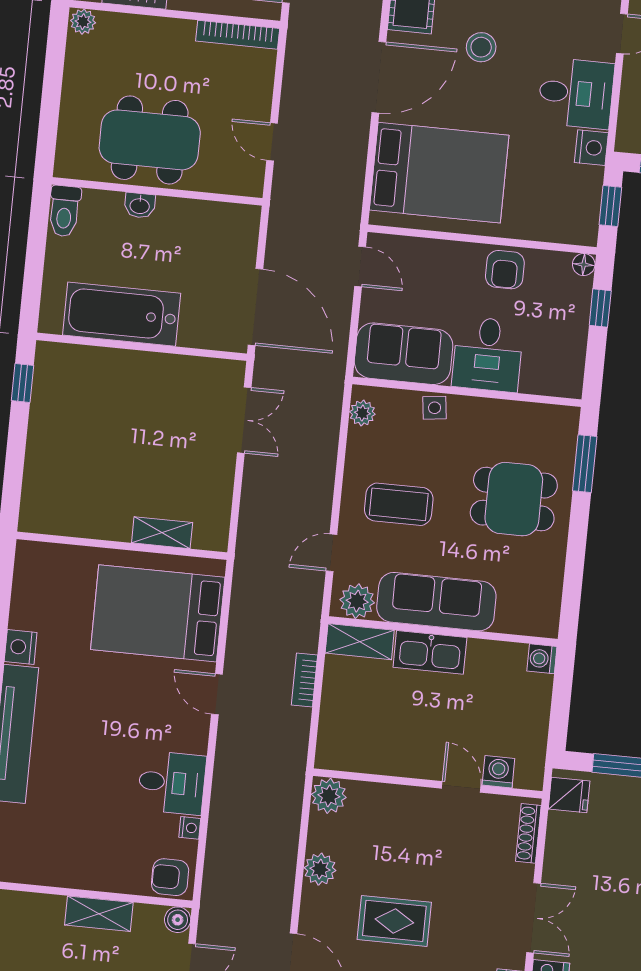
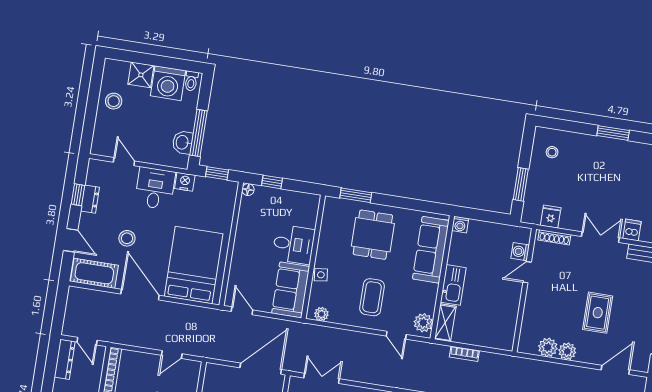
door: (360, 266) -> (242, 311), hinge flipped
armchair: (505, 270) -> (248, 232), removed
sofa: (436, 602) -> (431, 250), moved
fridge: (569, 795) -> (551, 217), moved
plant: (329, 796) -> (548, 347), moved

